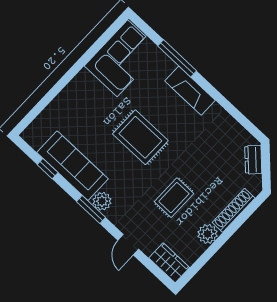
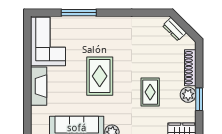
fireplace: (190, 91) -> (39, 86), moved, turned -90
rug: (140, 137) -> (100, 76), turned 90
window: (214, 248) -> (199, 99), added

